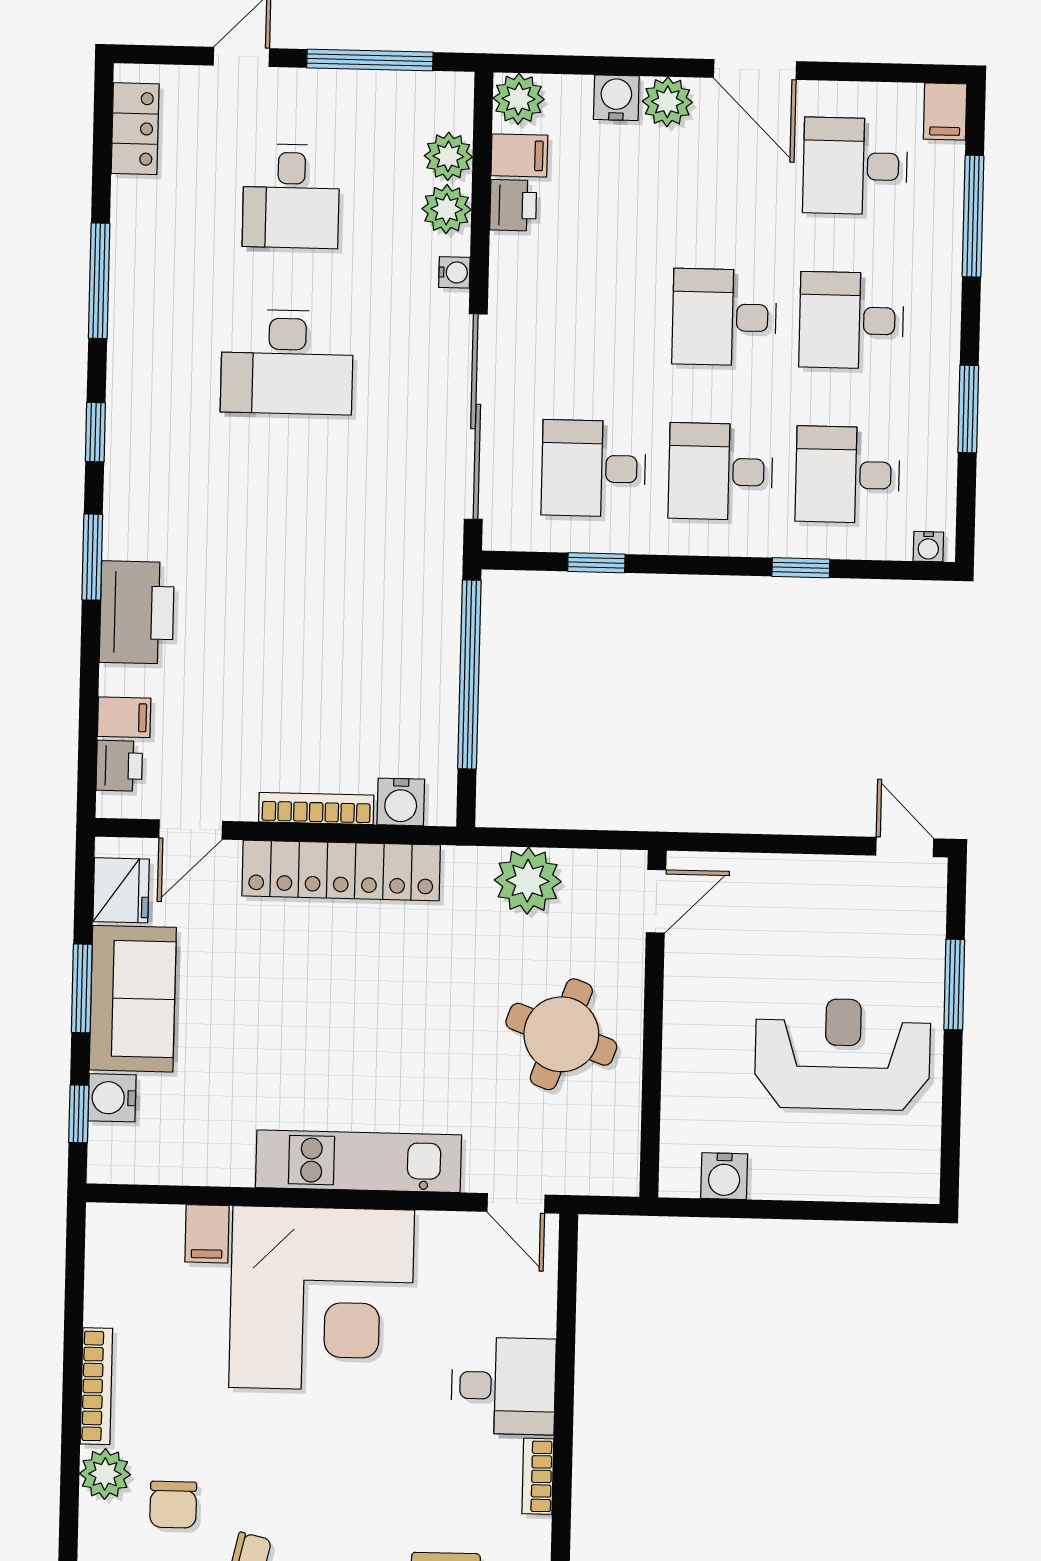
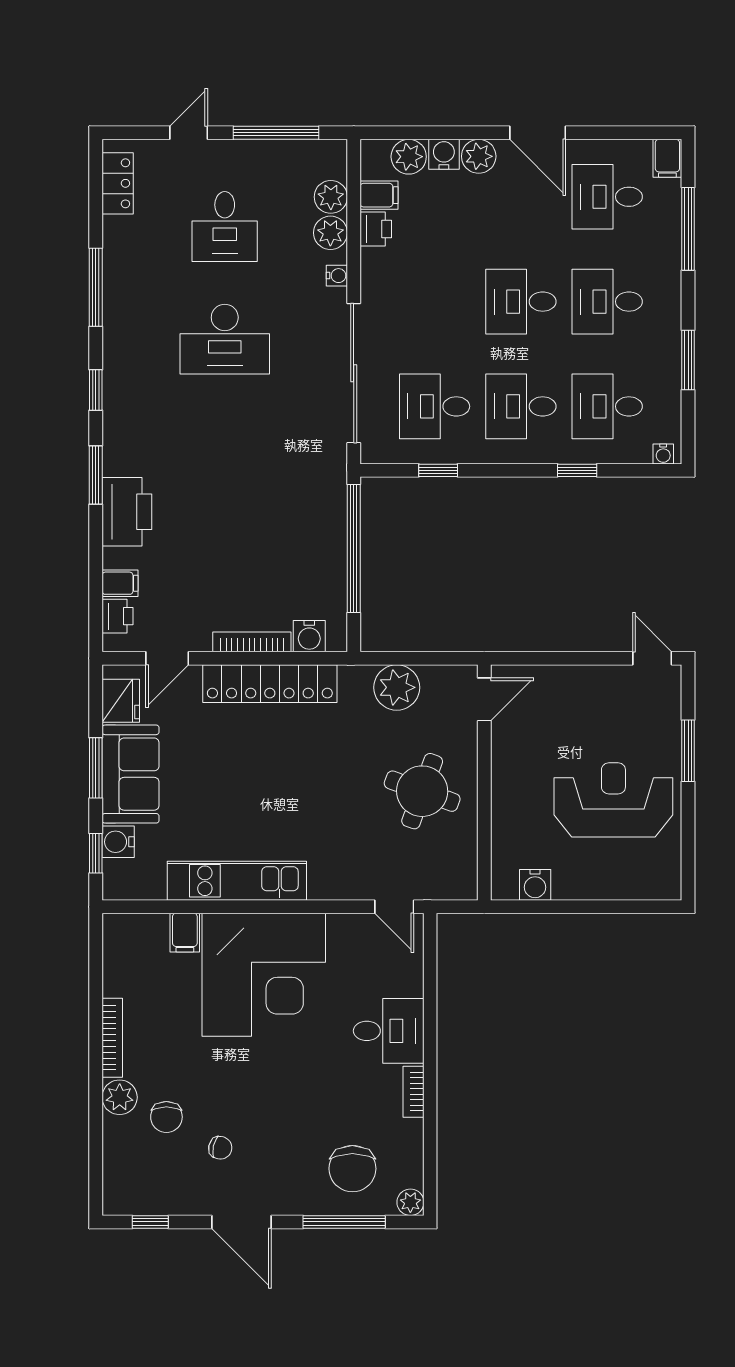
plant: (519, 99) -> (409, 157), moved
kitchen unit: (359, 1161) -> (237, 881), moved

